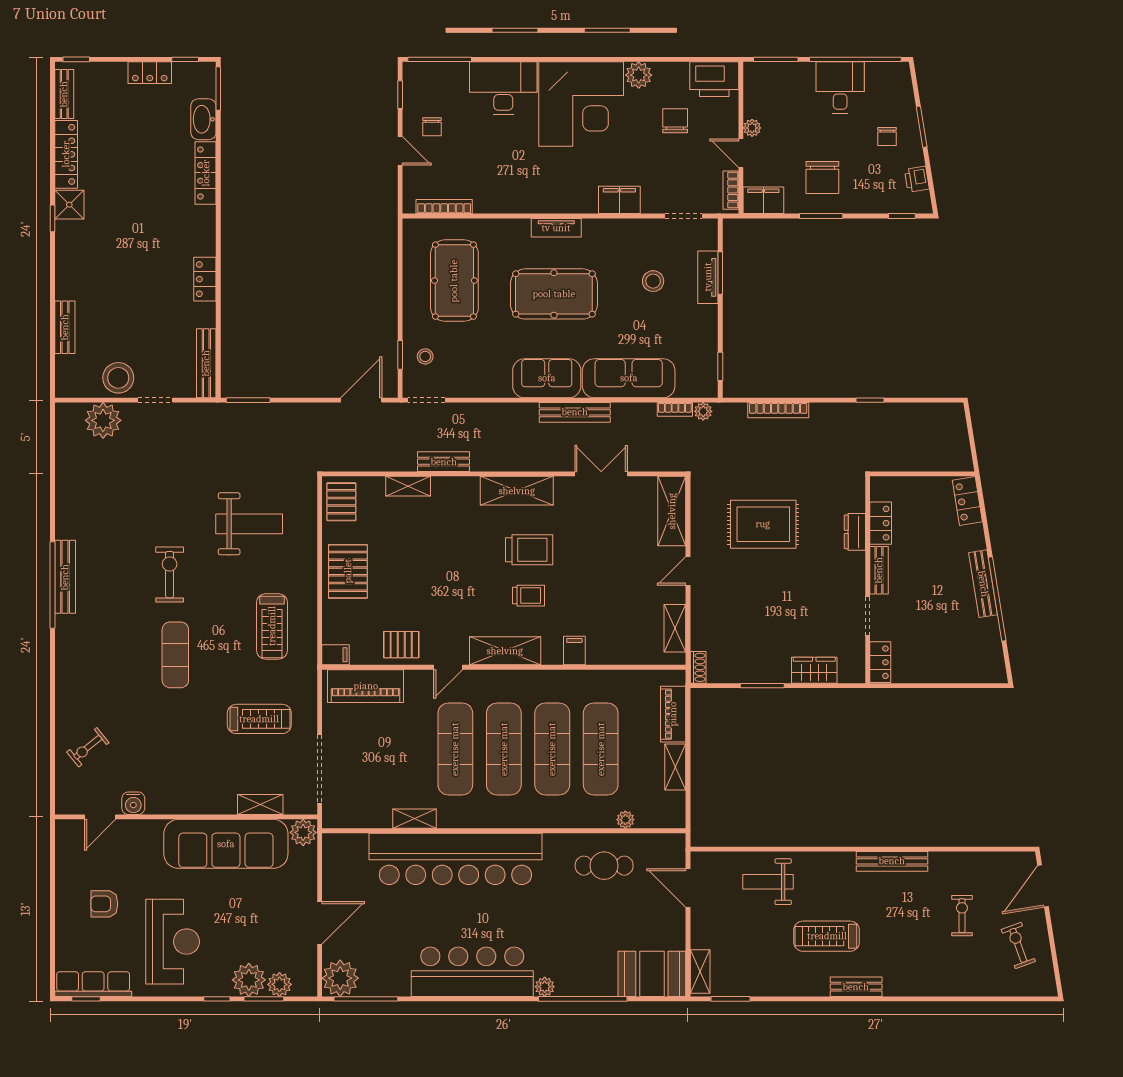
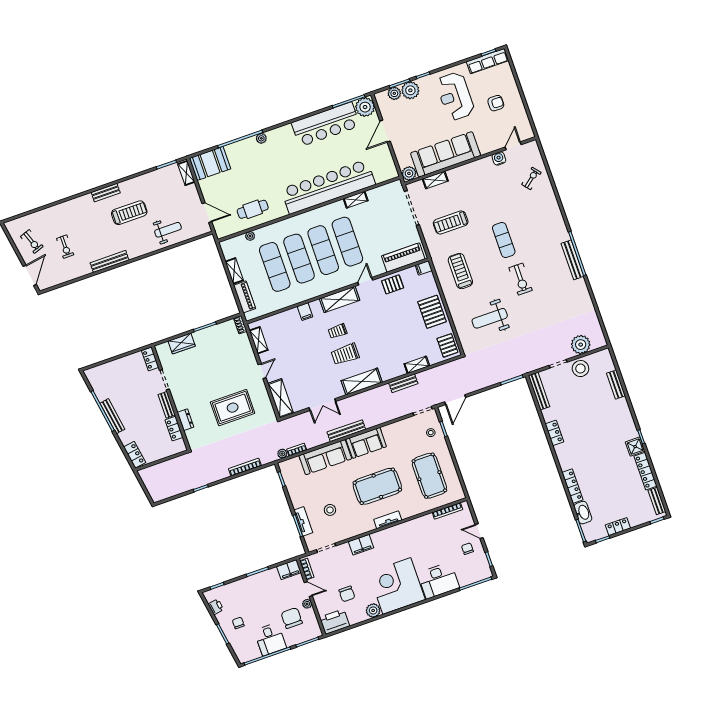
chair: (822, 178) -> (292, 618), moved
bar counter: (472, 972) -> (326, 124), moved

